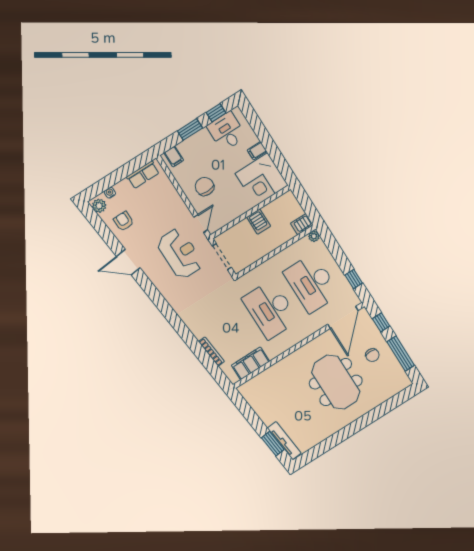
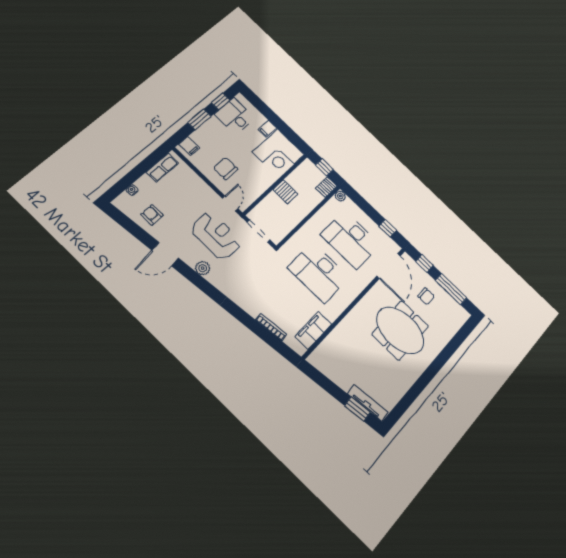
window: (306, 203) -> (324, 167), added
plant: (99, 206) -> (203, 268), moved

